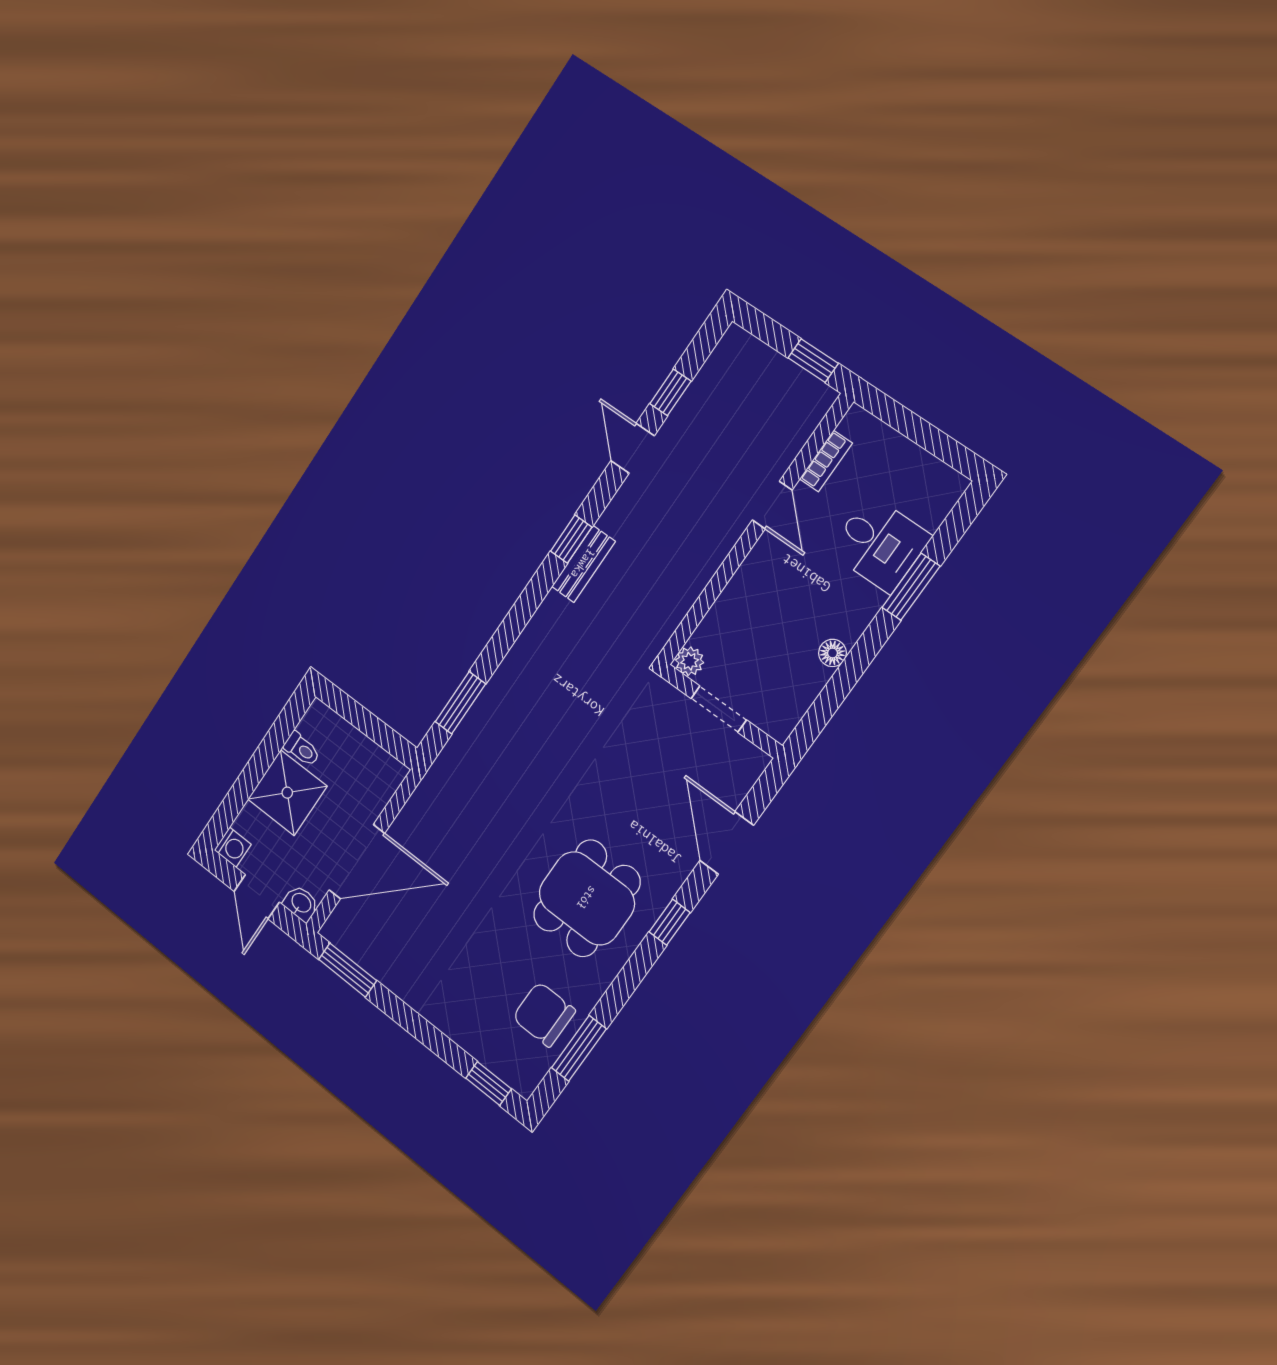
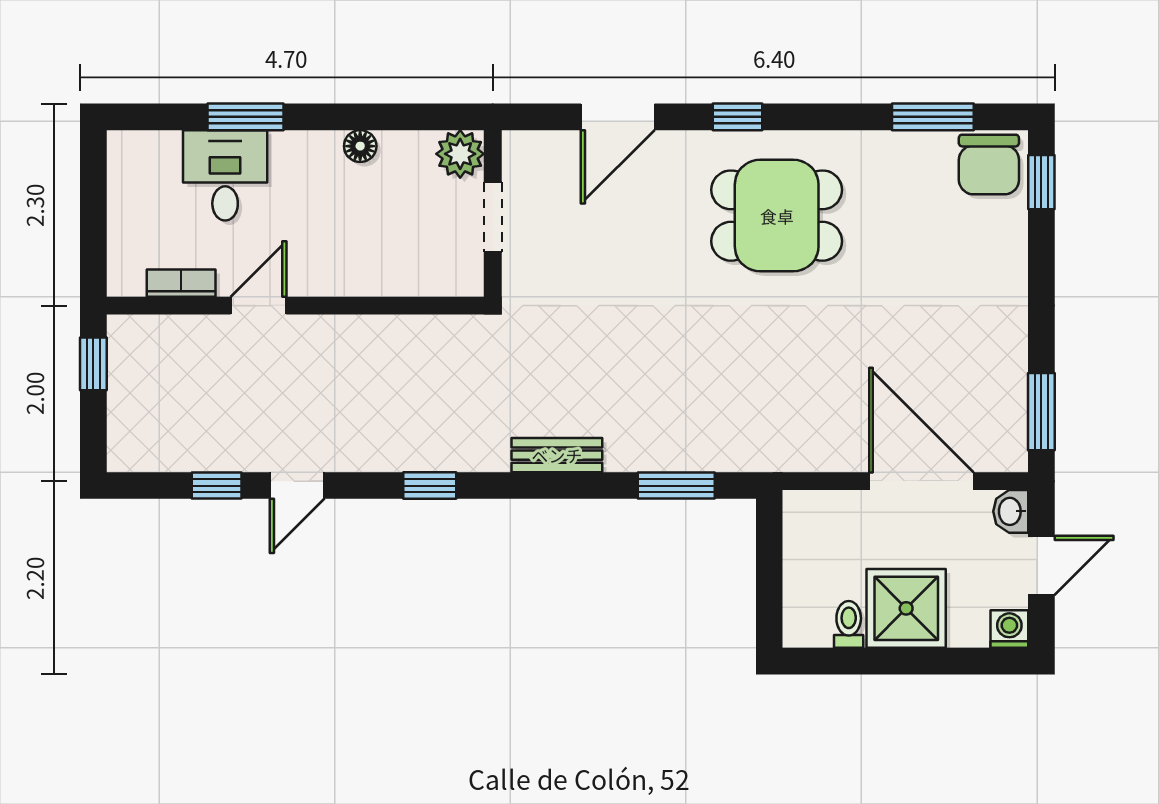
bench: (583, 564) -> (557, 455), moved
plant: (690, 661) -> (460, 154), moved, width x1.38, depth x1.38
chair: (544, 1014) -> (989, 164), moved

